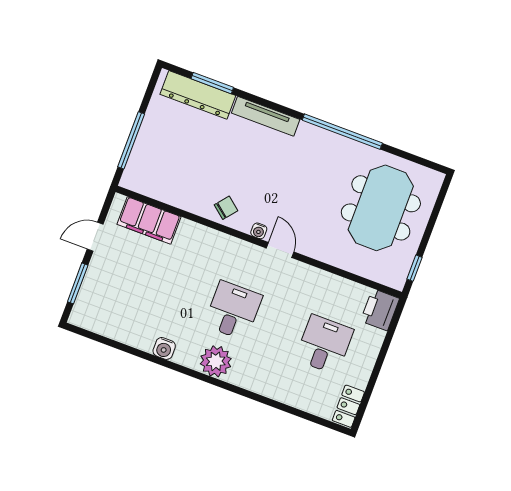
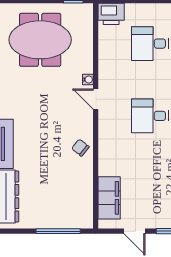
water cooler: (259, 231) -> (88, 79), moved
door: (280, 250) -> (96, 99), hinge flipped

